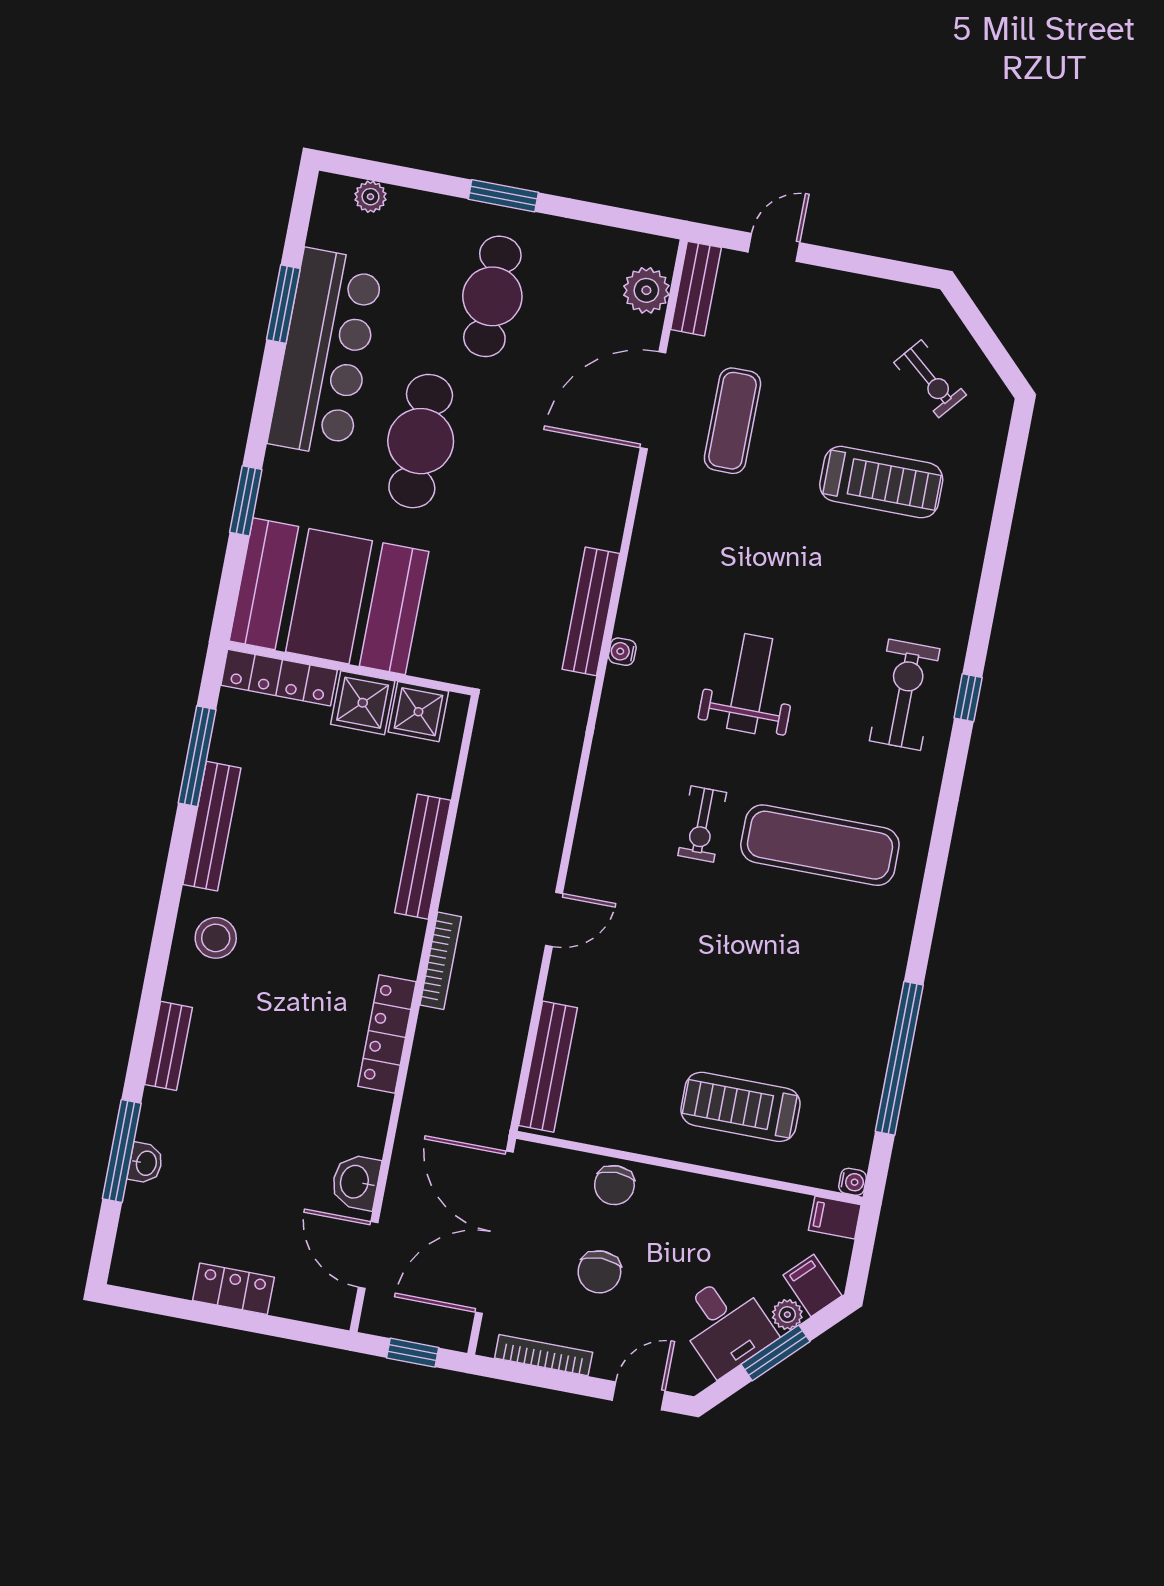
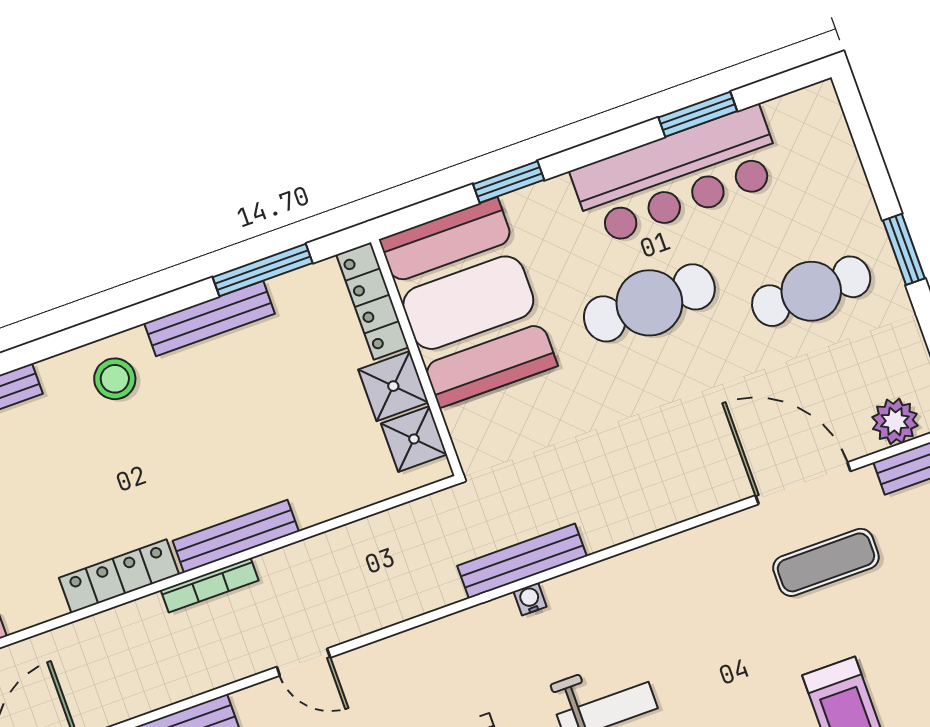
plant: (370, 197) -> (835, 135), removed
bench: (591, 611) -> (522, 561), moved
water cooler: (622, 652) -> (530, 599), moved
bench: (423, 857) -> (236, 536), moved

